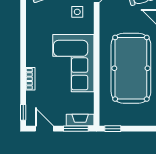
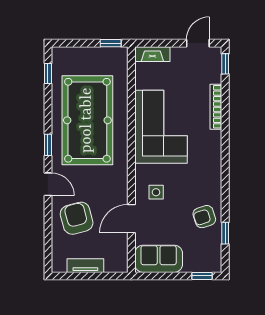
bookcase: (30, 79) -> (216, 107), width x1.56
door: (44, 129) -> (198, 43), swing flipped
window: (76, 129) -> (158, 43), removed

